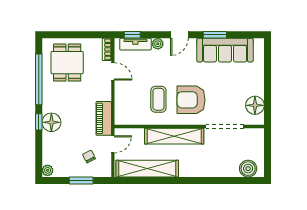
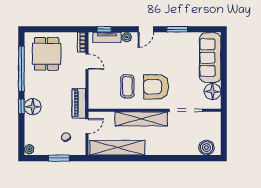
sofa: (225, 50) -> (210, 58), moved, turned 90

